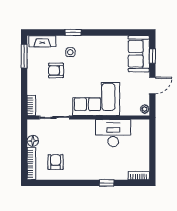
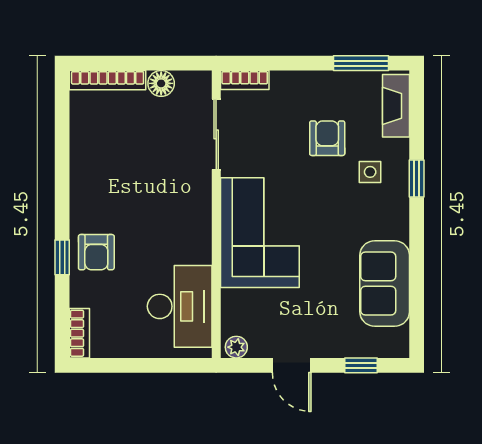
sofa: (139, 54) -> (385, 284), moved, turned -90
desk: (113, 133) -> (180, 306), moved
armchair: (55, 162) -> (96, 252), moved, turned 90

